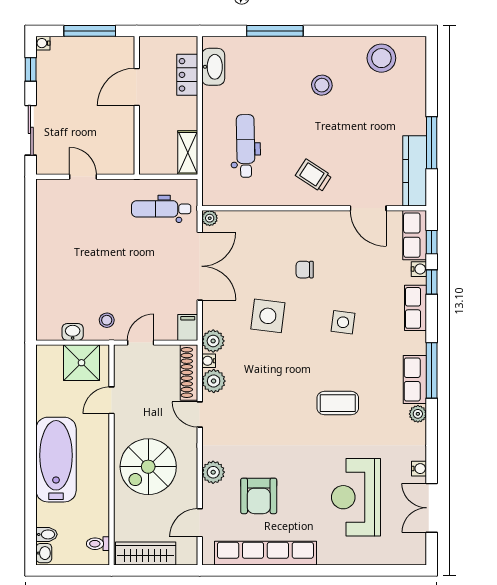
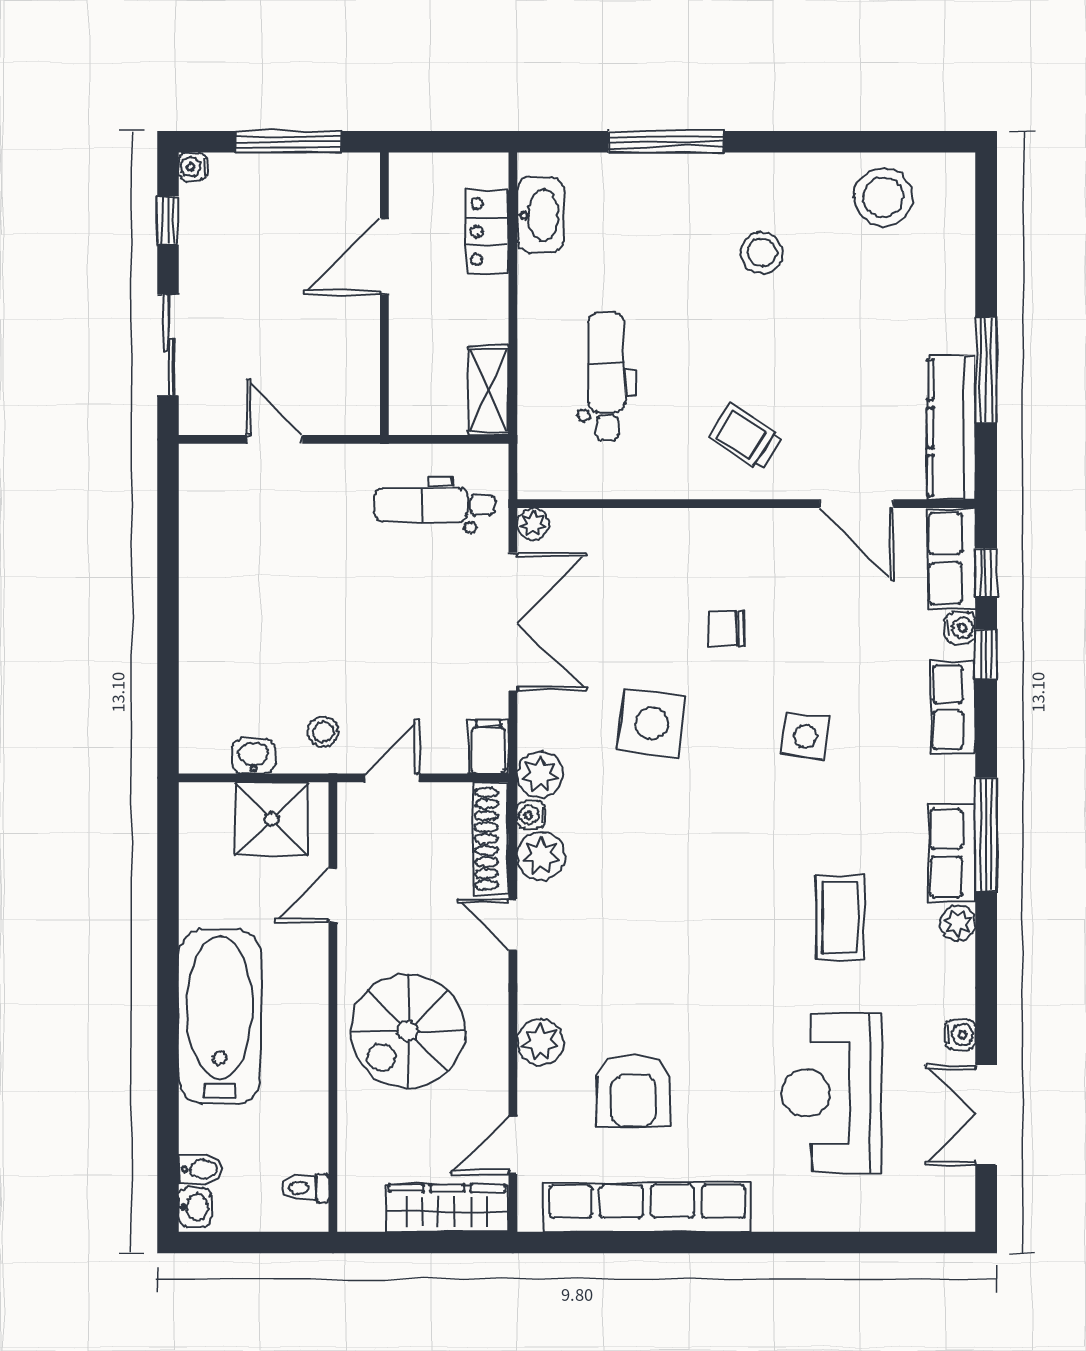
coffee table: (338, 403) -> (840, 918), moved, turned 90
wardrobe: (146, 554) -> (447, 1208), moved

